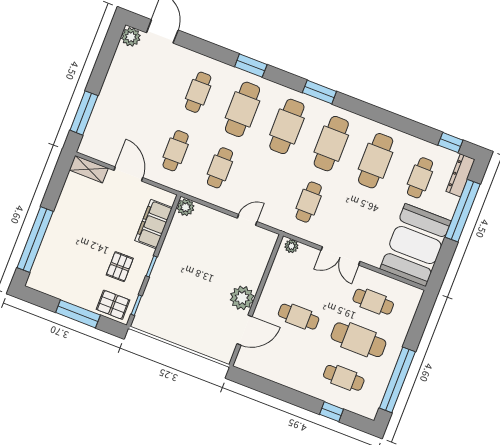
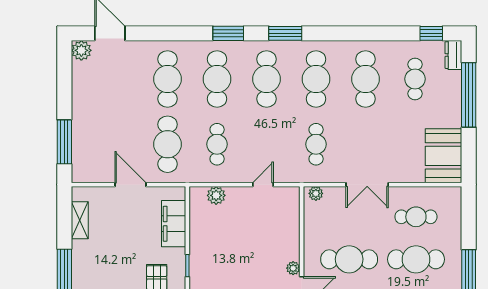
window: (251, 66) -> (228, 33), moved
cafe table: (198, 92) -> (168, 79), width x1.37, depth x1.35
cafe table: (176, 151) -> (168, 144), width x1.37, depth x1.35
shelving: (89, 169) -> (80, 220), moved, turned 90
dresser: (460, 175) -> (453, 55), width x0.70
plant: (185, 207) -> (216, 195), moved
booth: (415, 245) -> (444, 156), width x0.73, depth x0.70
plant: (242, 298) -> (293, 268), width x0.53, depth x0.53
cafe table: (299, 317) -> (349, 259), width x1.37, depth x1.35

